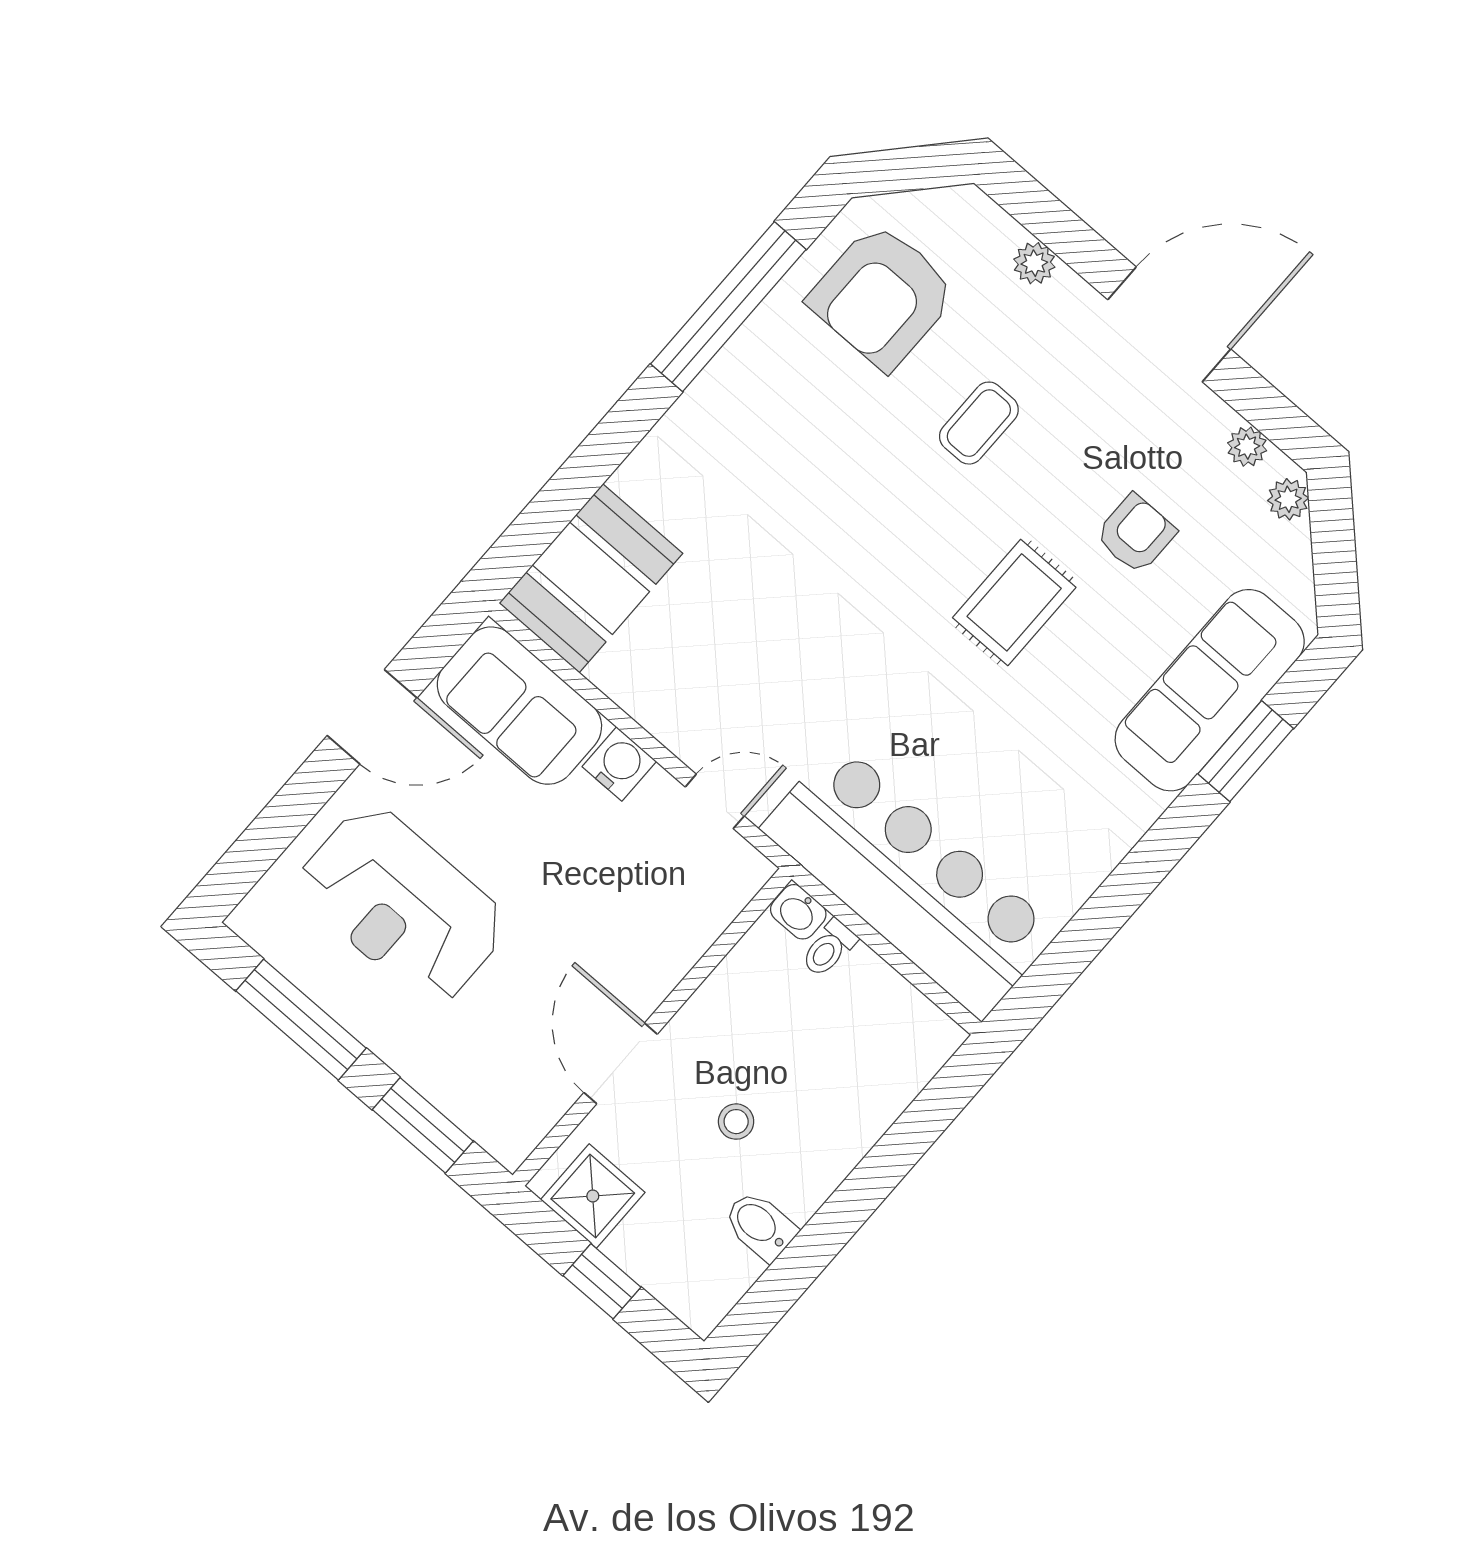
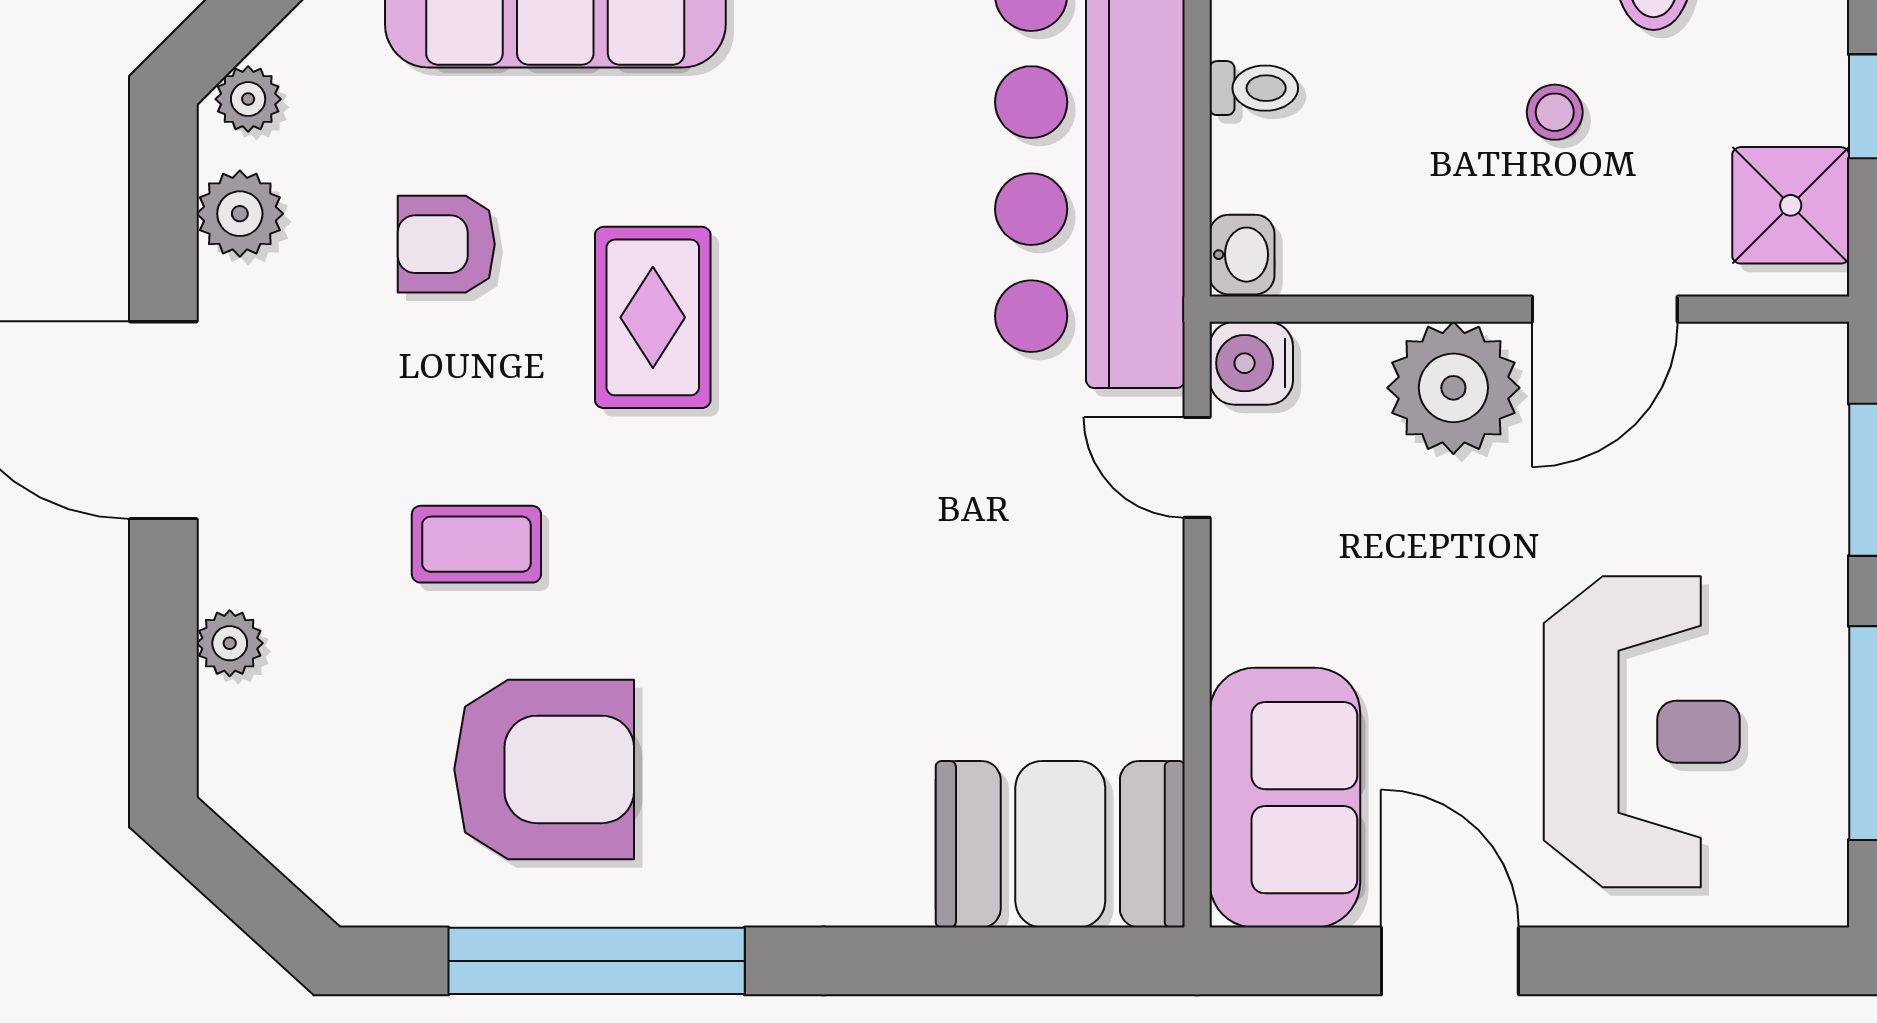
armchair: (882, 296) -> (544, 769), moved
plant: (1247, 447) -> (240, 214), width x1.38, depth x1.38
rug: (1014, 602) -> (653, 317), turned 90
water cooler: (619, 764) -> (1251, 363), moved
toilet: (829, 948) -> (1254, 88), moved
plant: (646, 958) -> (1453, 388), added

